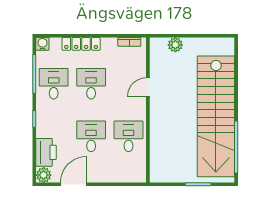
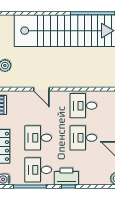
printer: (46, 152) -> (66, 176), moved

